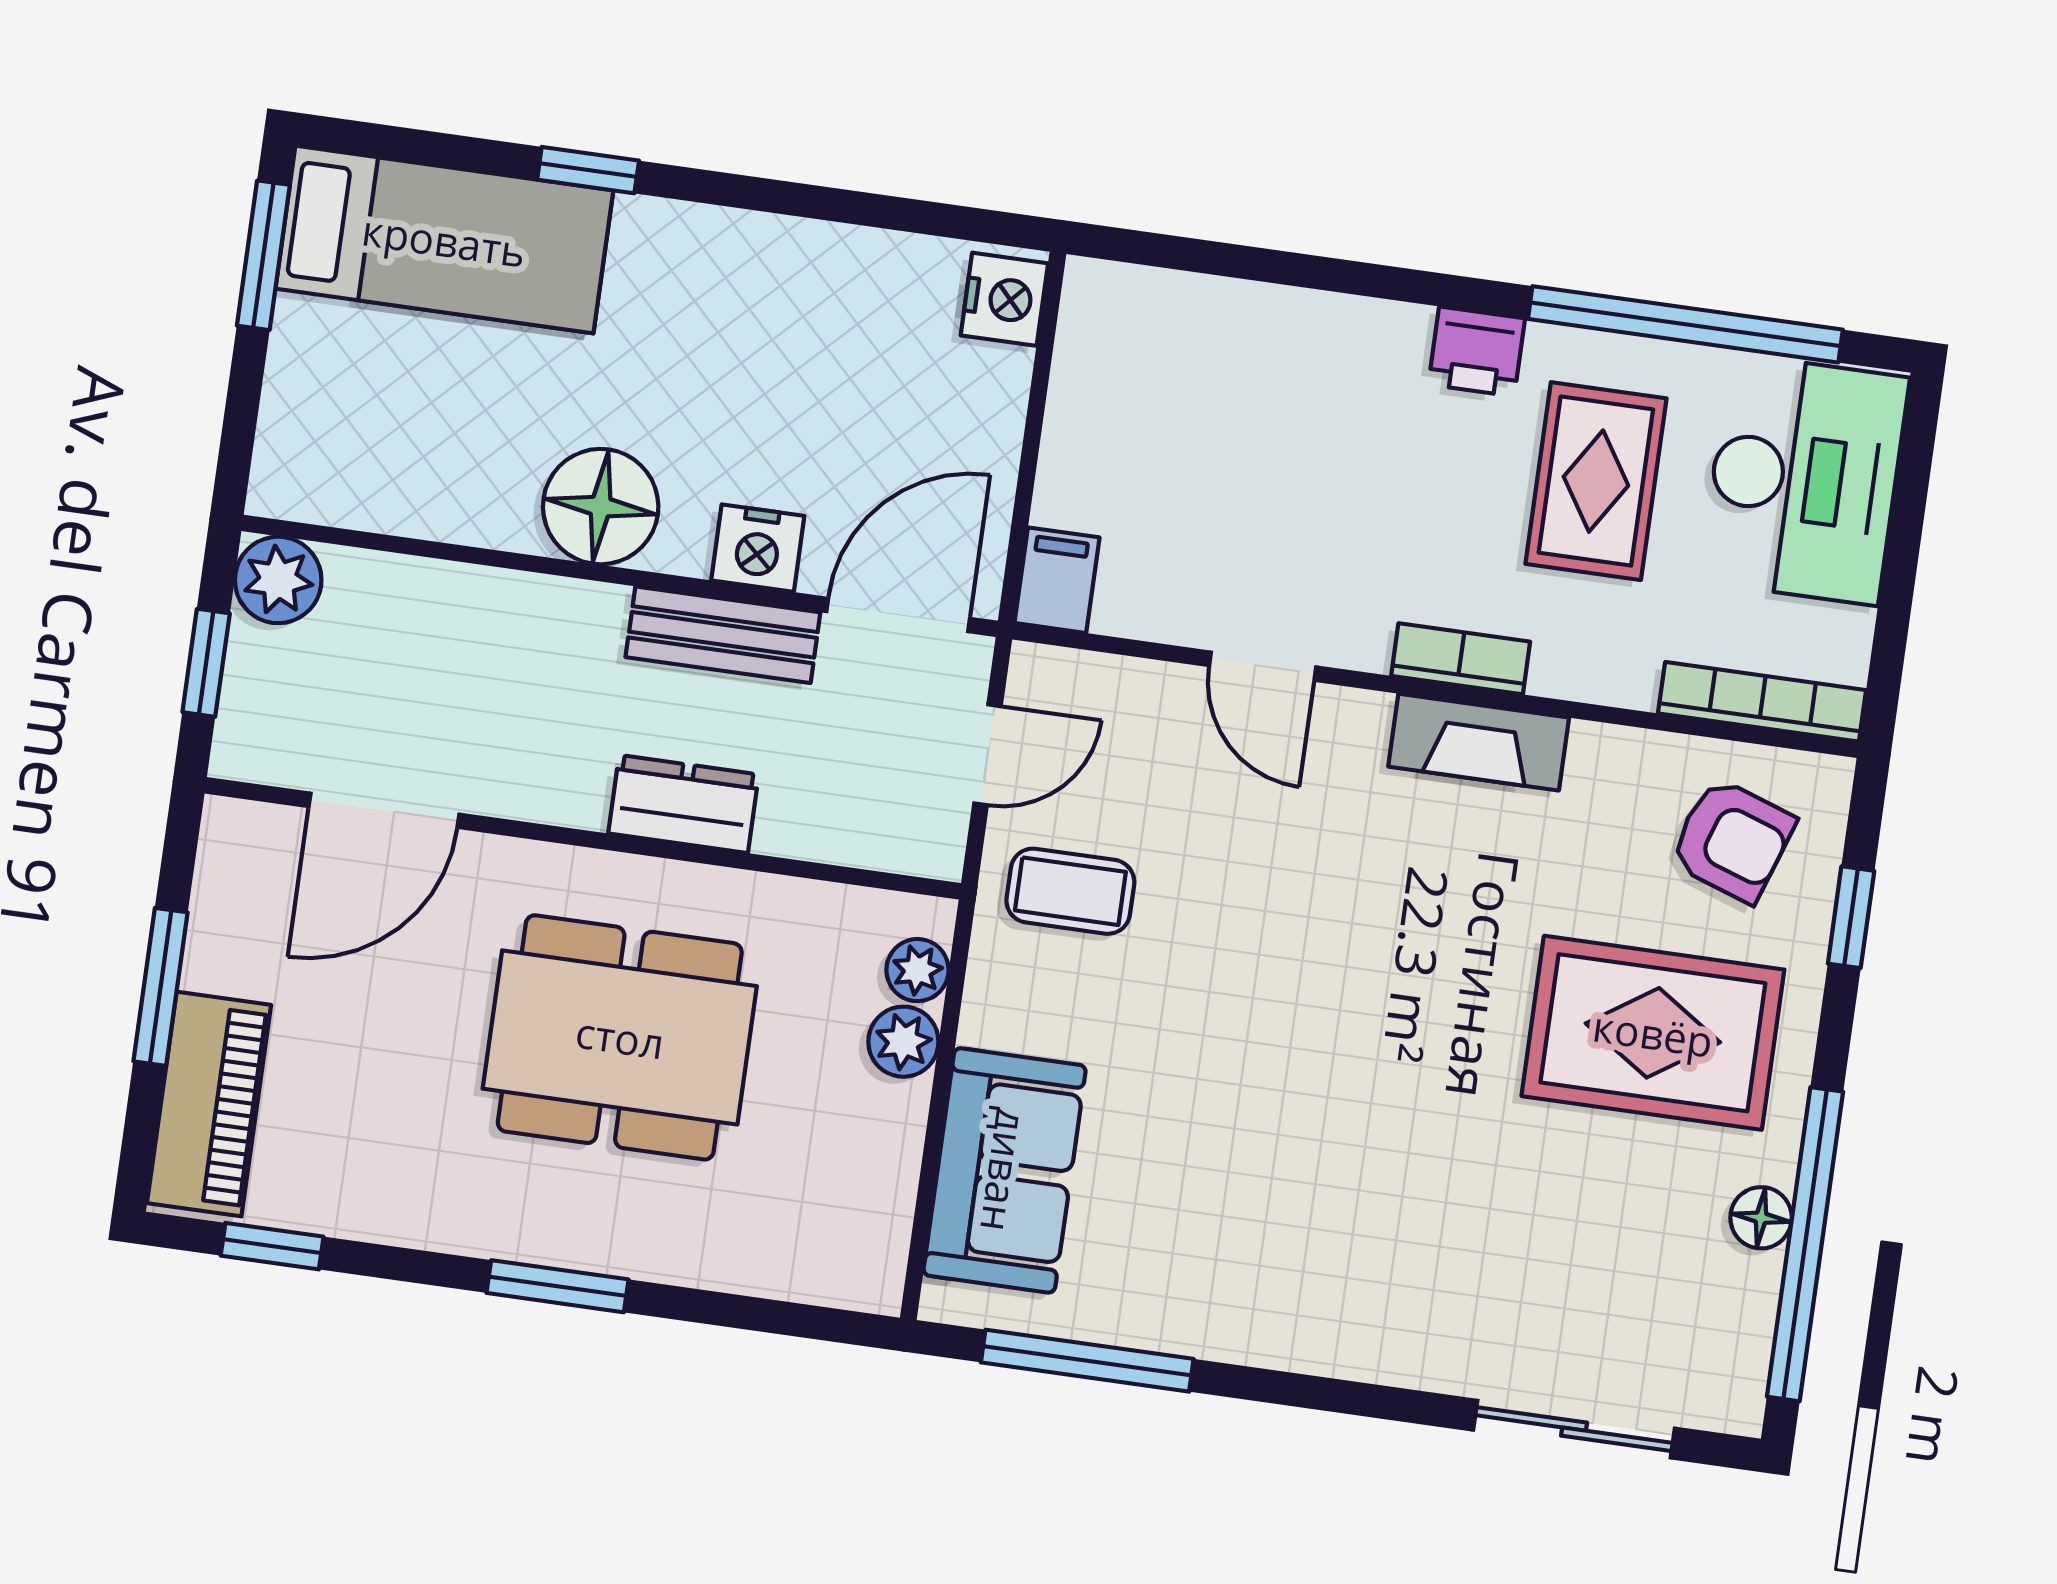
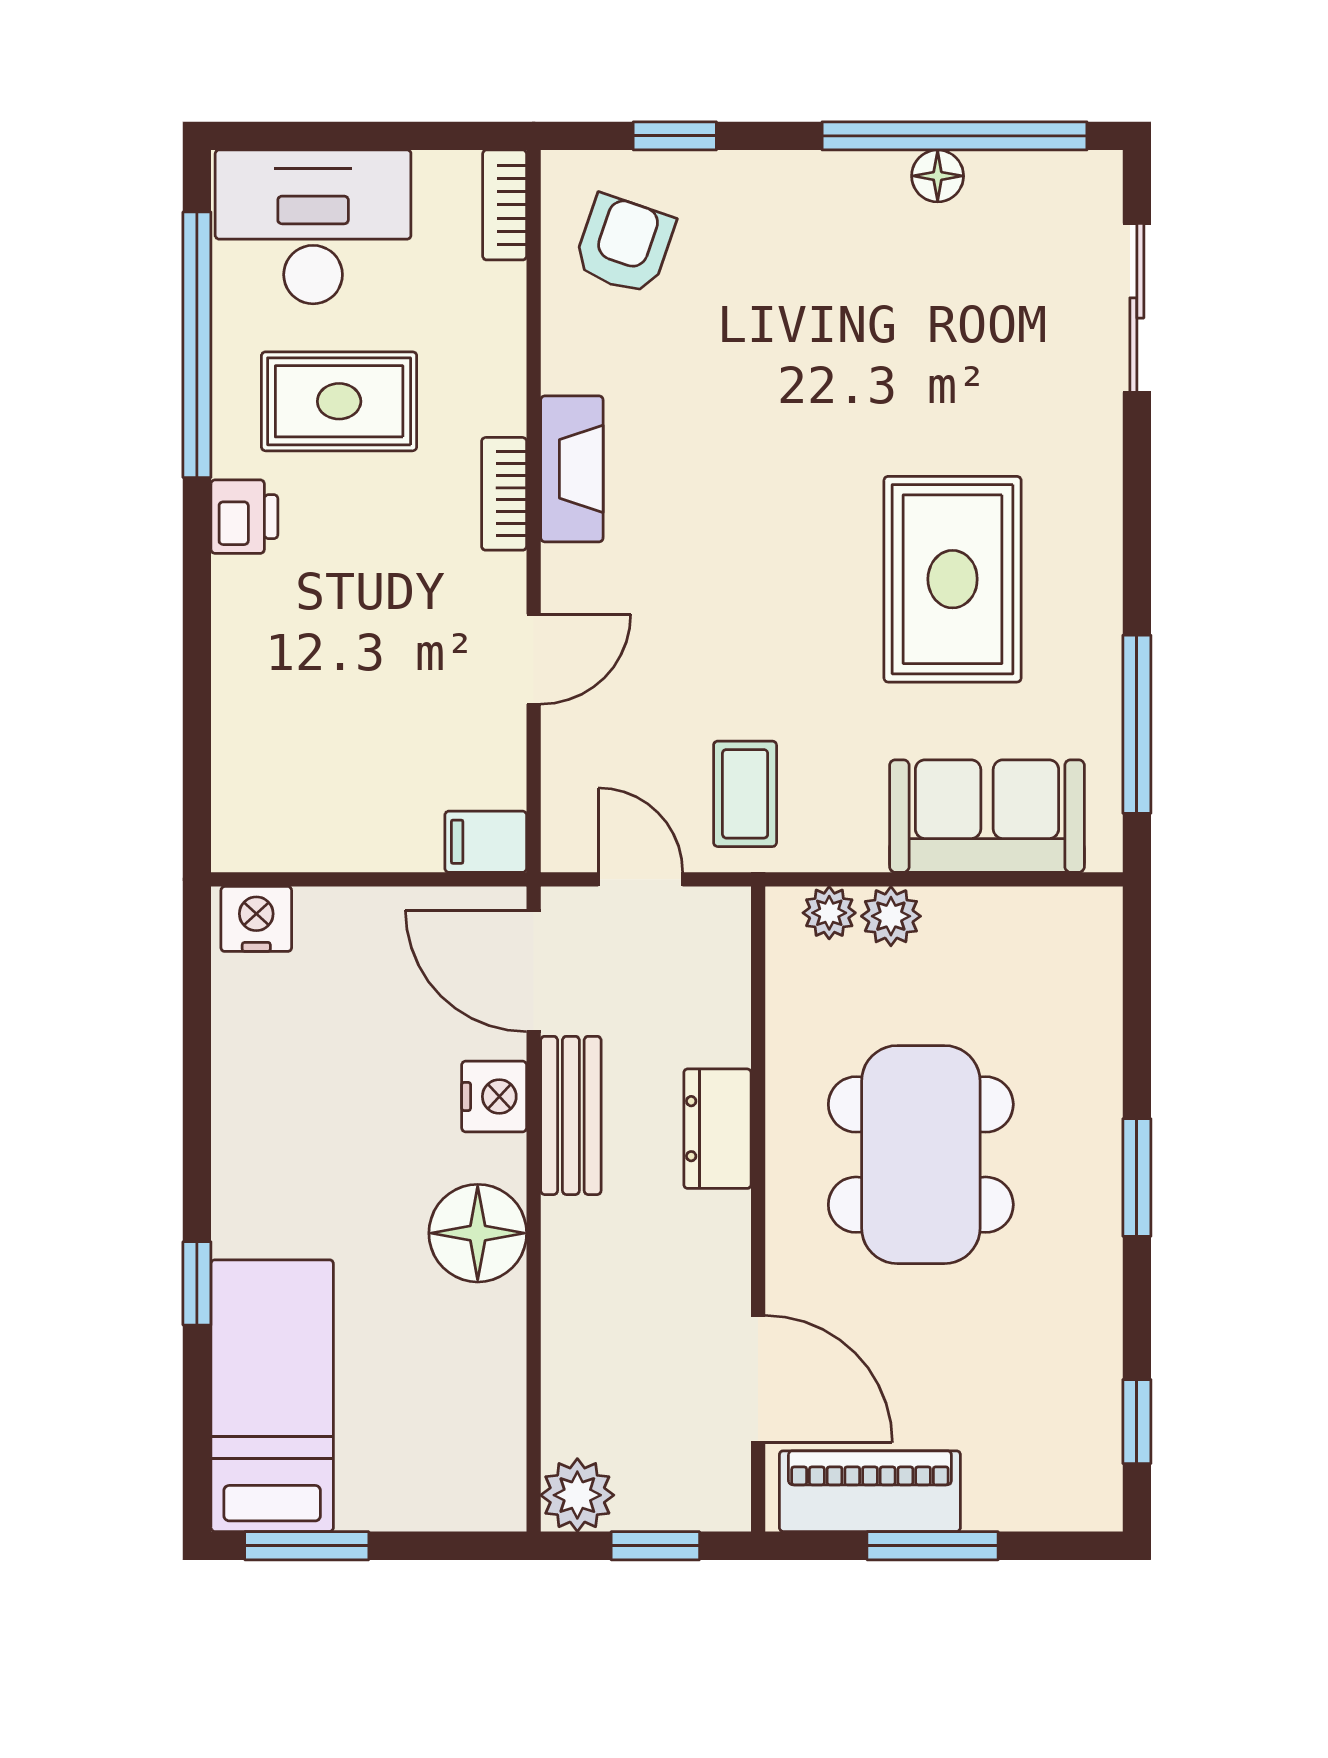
bookcase: (1762, 702) -> (505, 205), width x0.64
rug: (1653, 1033) -> (953, 579), moved
piano: (209, 1104) -> (870, 1491), moved

